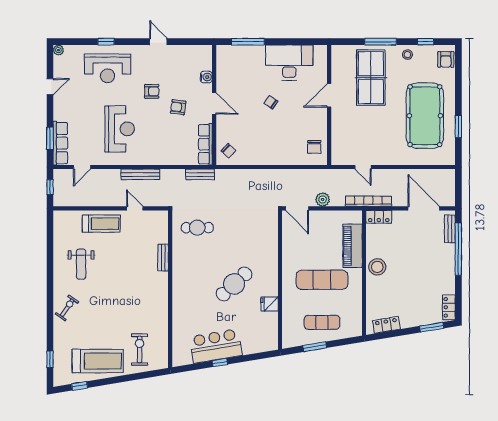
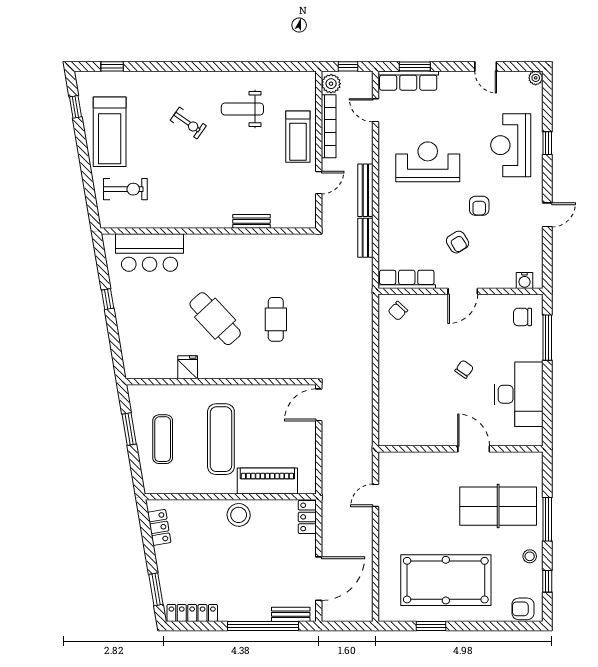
water cooler: (206, 77) -> (525, 281), moved
armchair: (178, 107) -> (458, 242), turned 140
reception desk: (120, 129) -> (428, 162), turned 180
chair: (314, 147) -> (523, 317), moved
bench: (200, 174) -> (365, 238), moved
plant: (323, 199) -> (331, 84), moved
bookcase: (368, 201) -> (329, 126), moved
cafe table: (197, 228) -> (276, 319), moved
locker: (449, 307) -> (192, 613), width x1.53
exercise bike: (67, 308) -> (188, 123), moved
bar counter: (216, 346) -> (150, 253), moved, turned 99

